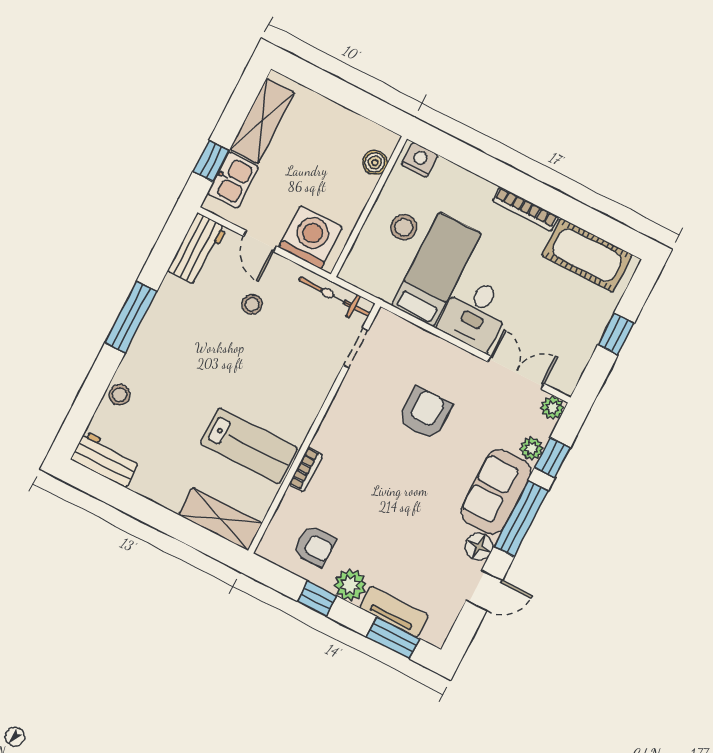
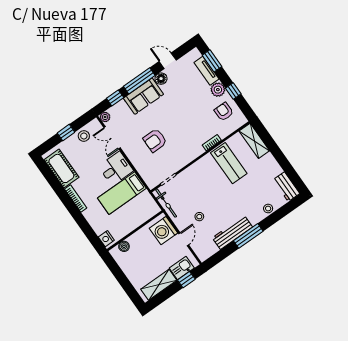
stool: (404, 227) -> (84, 136), moved
workbench: (197, 249) -> (232, 232), moved, width x1.38
lab bench: (249, 446) -> (229, 163), turned 180
plant: (531, 448) -> (121, 106), removed

